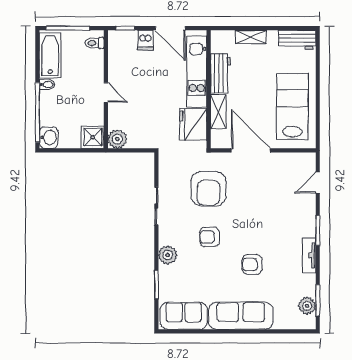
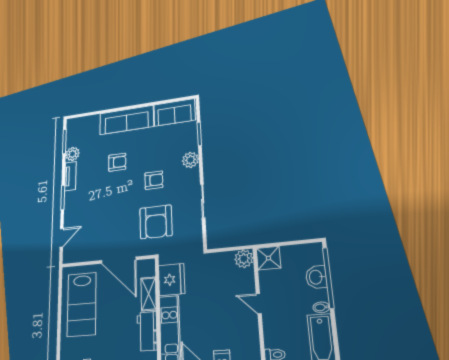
washbasin: (49, 138) -> (316, 277), moved
armchair: (208, 189) -> (156, 222), turned 180
plant: (307, 306) -> (72, 154), moved

